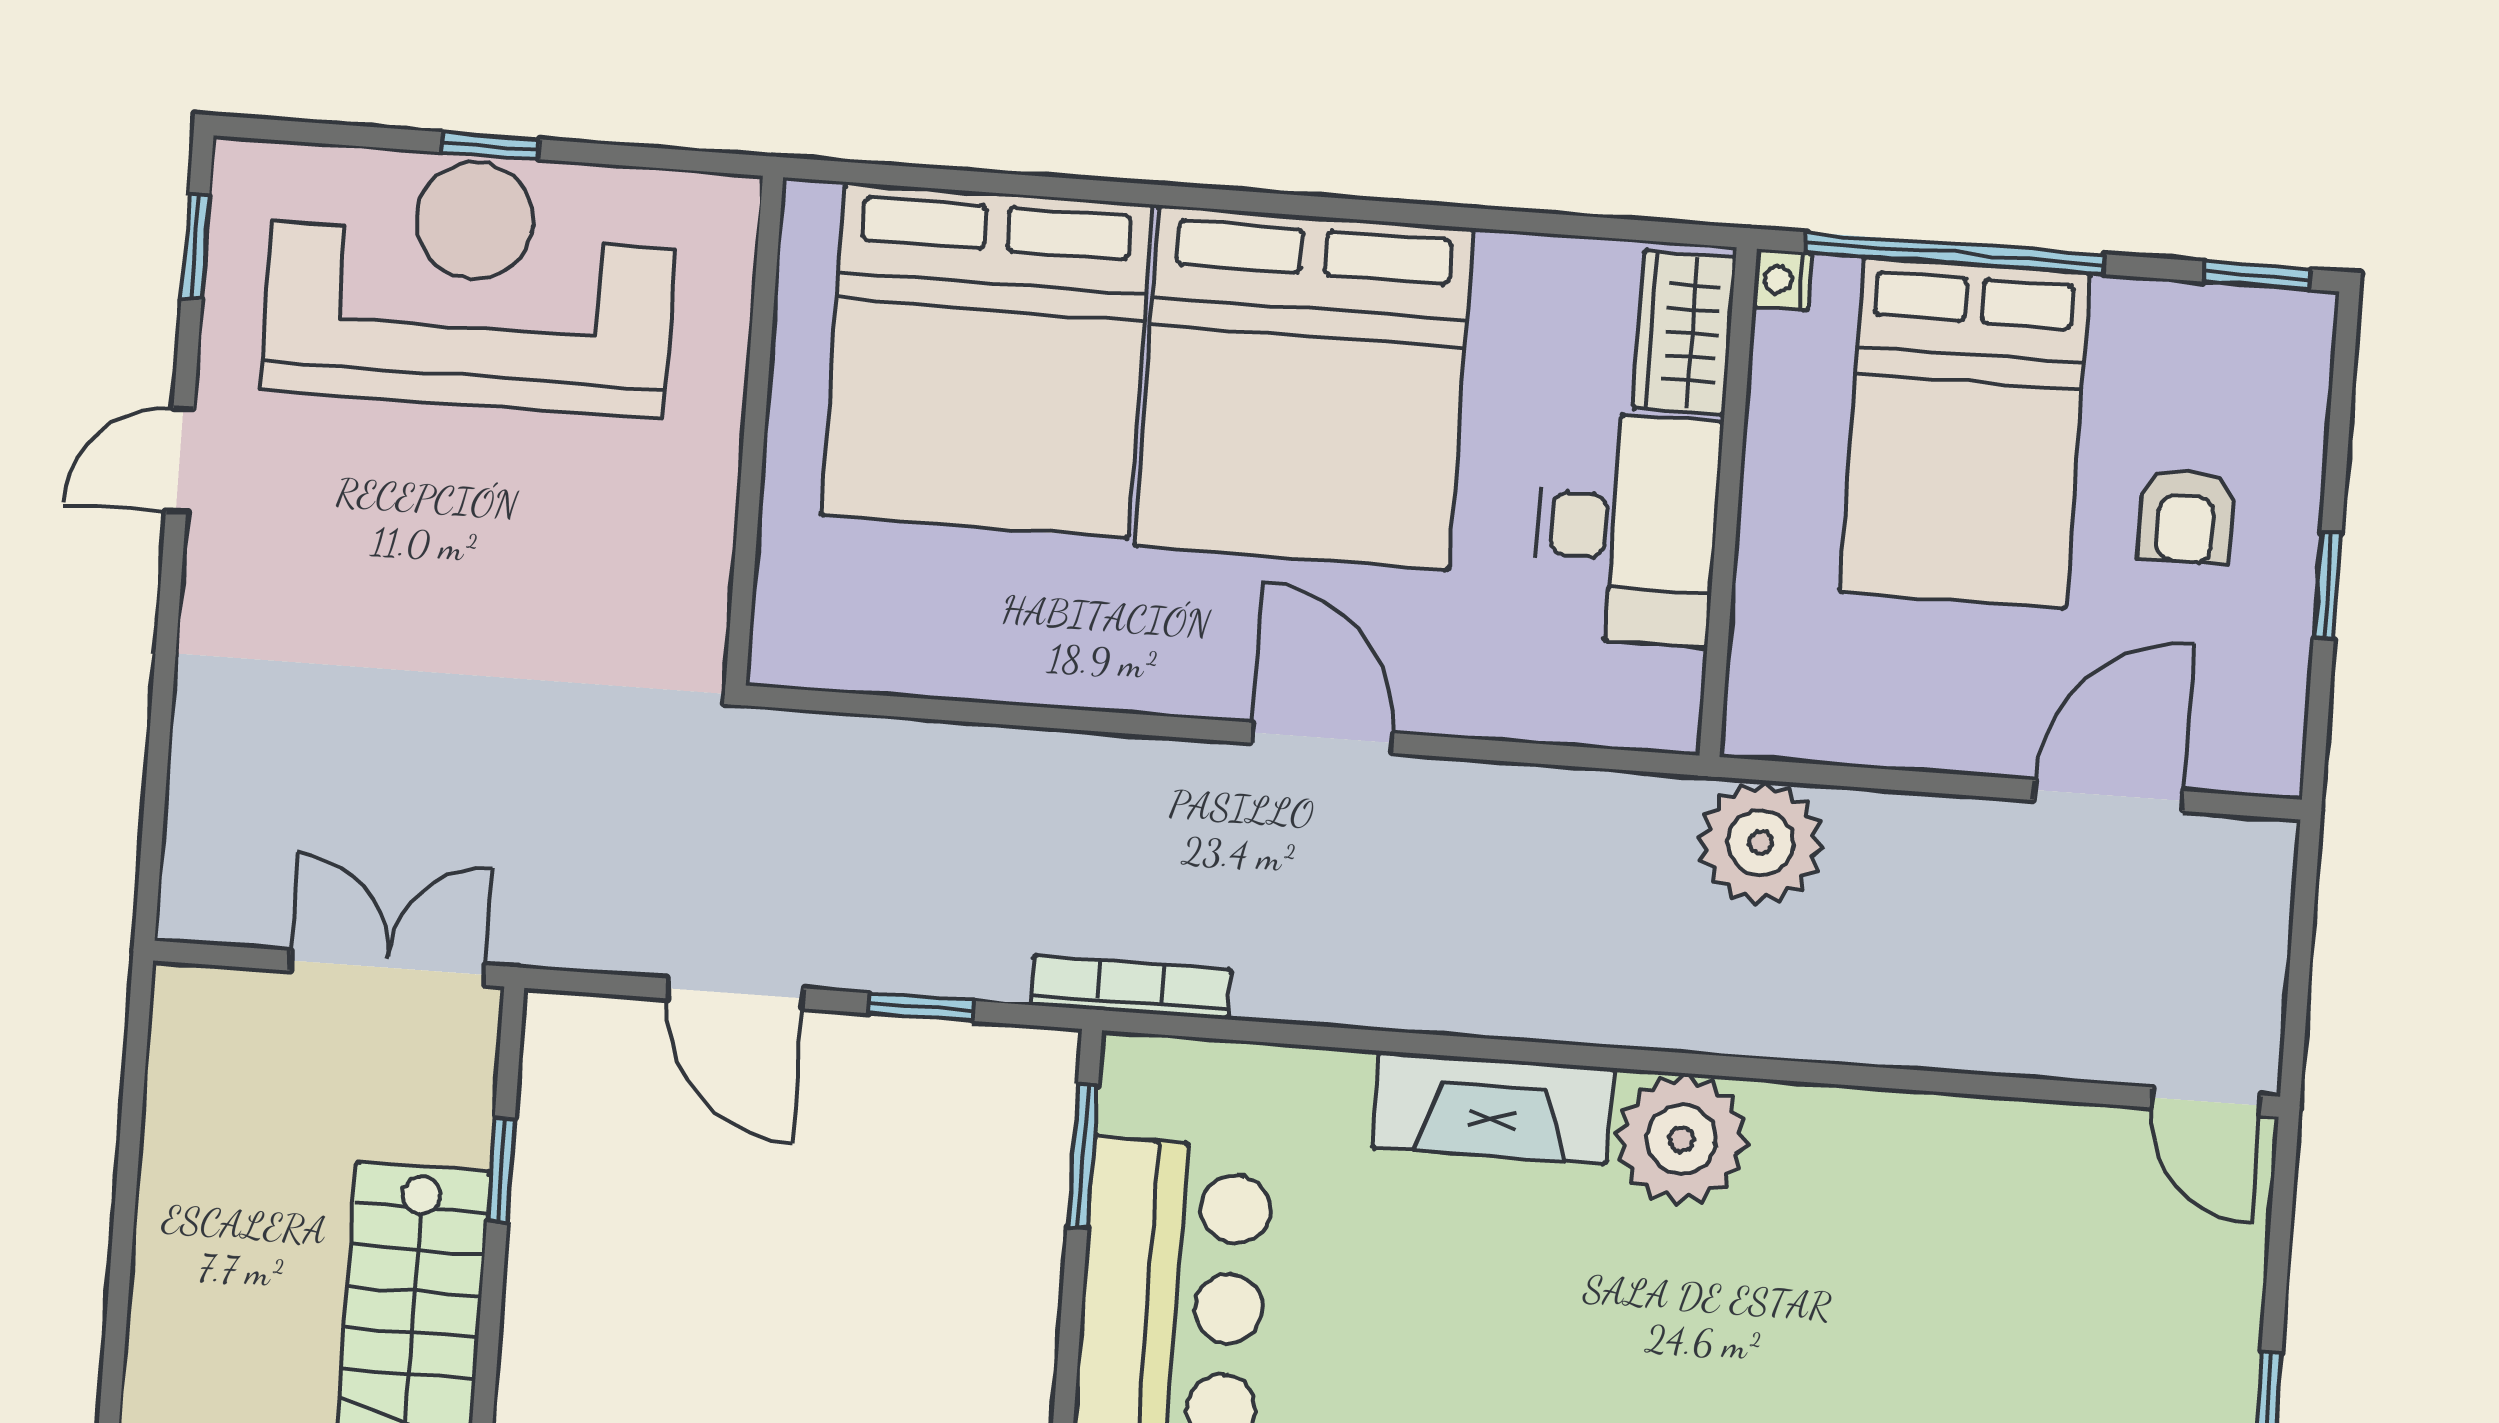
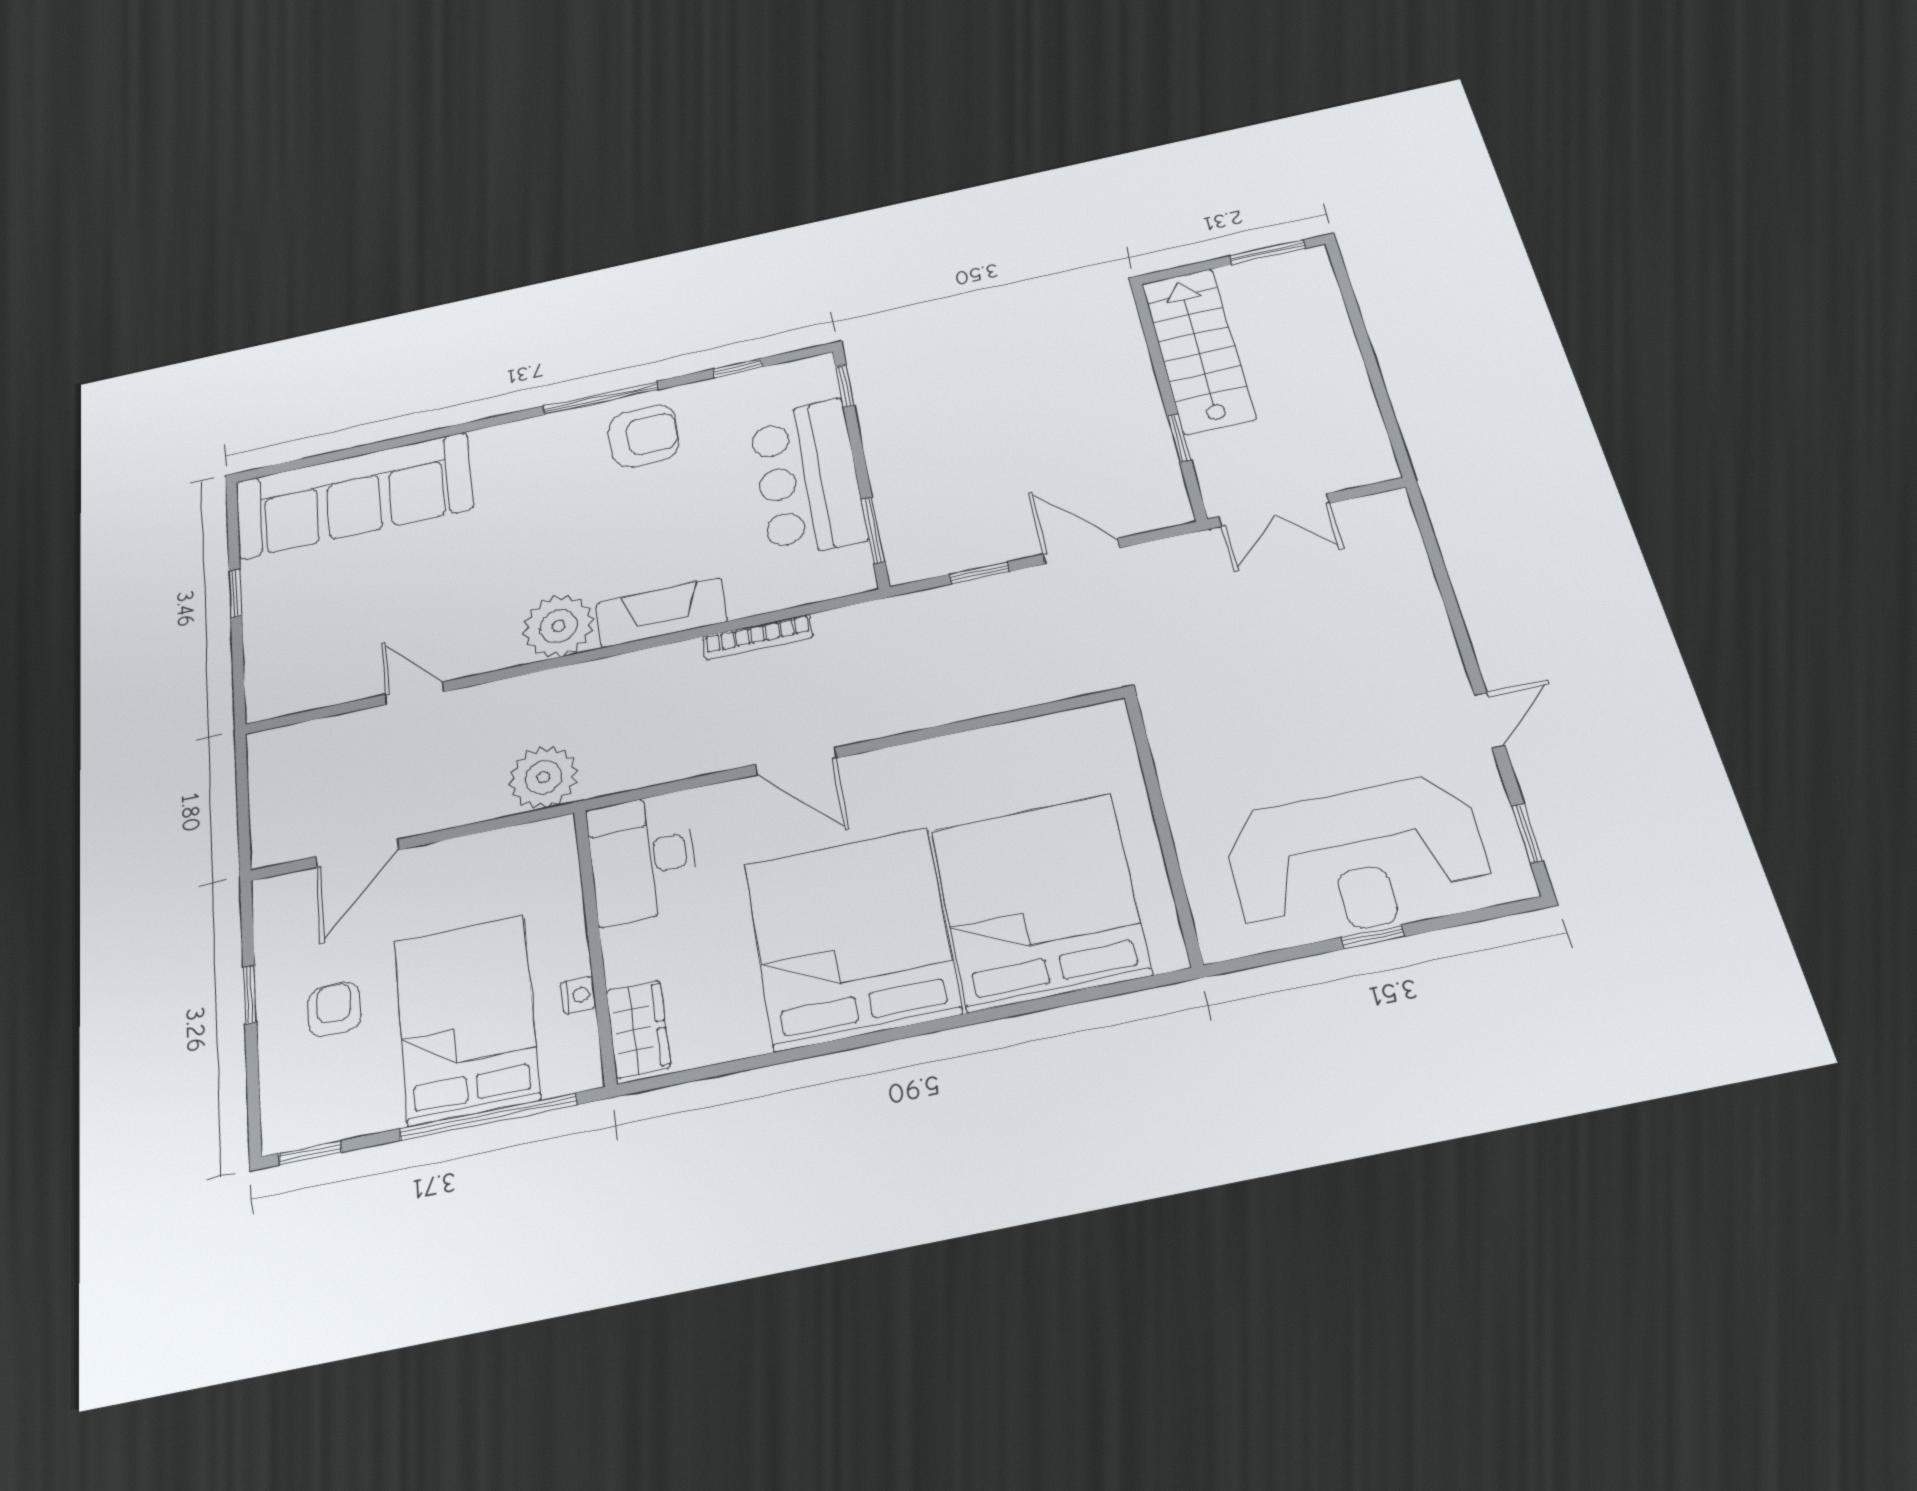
nightstand: (1782, 280) -> (578, 995), moved
desk: (1627, 528) -> (642, 858), moved
bookcase: (1131, 987) -> (758, 637), moved
door: (2206, 1101) -> (415, 693), moved

